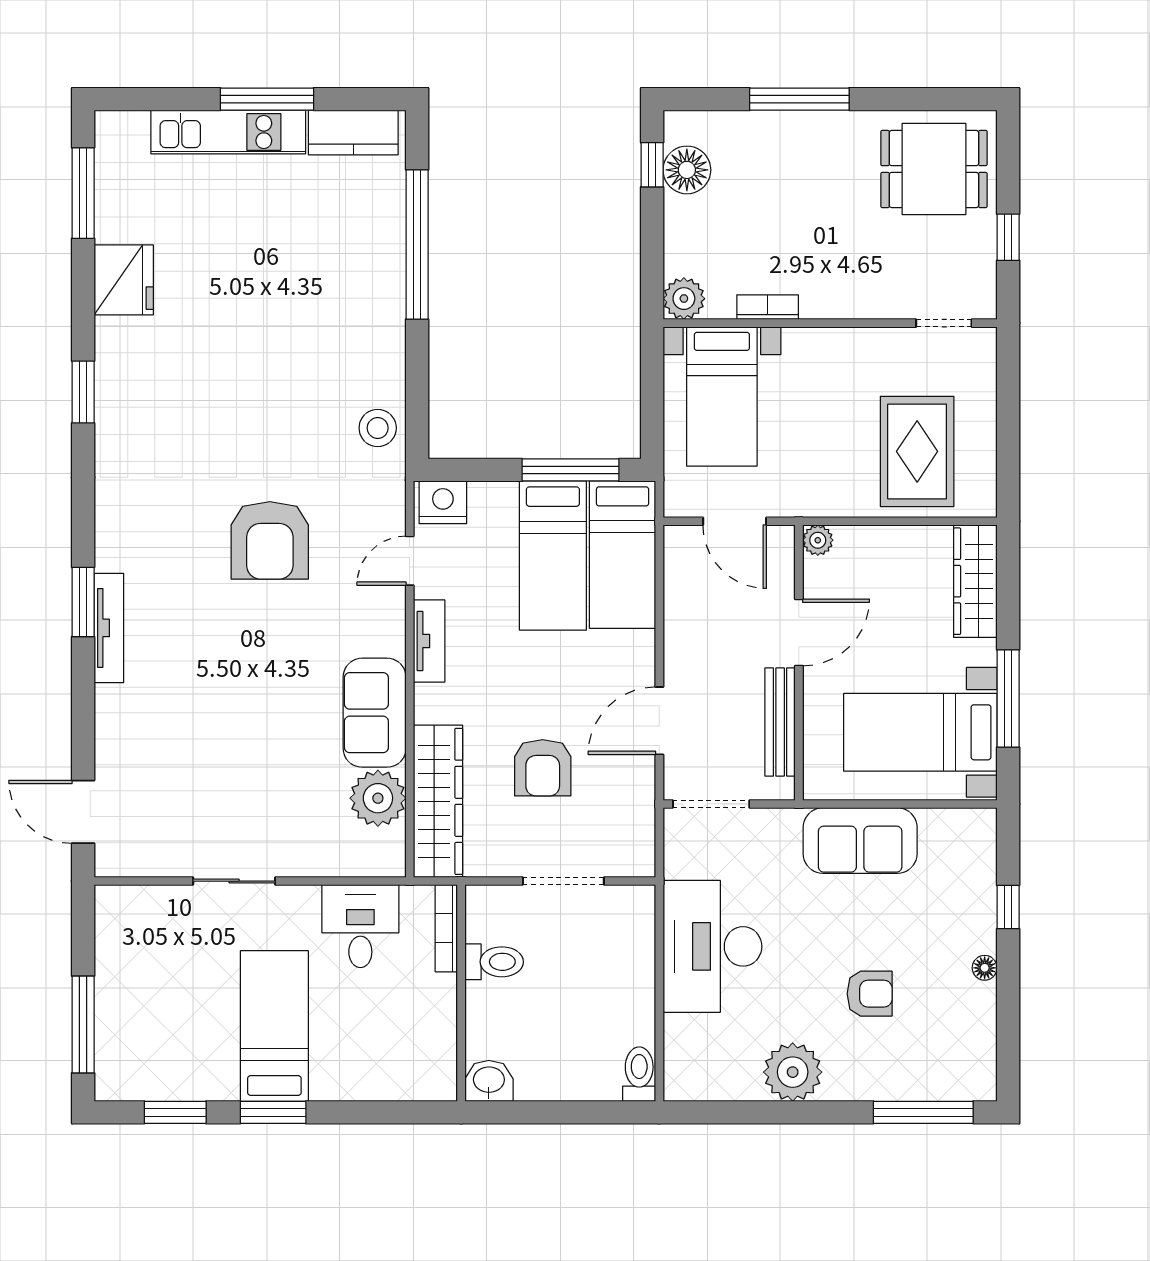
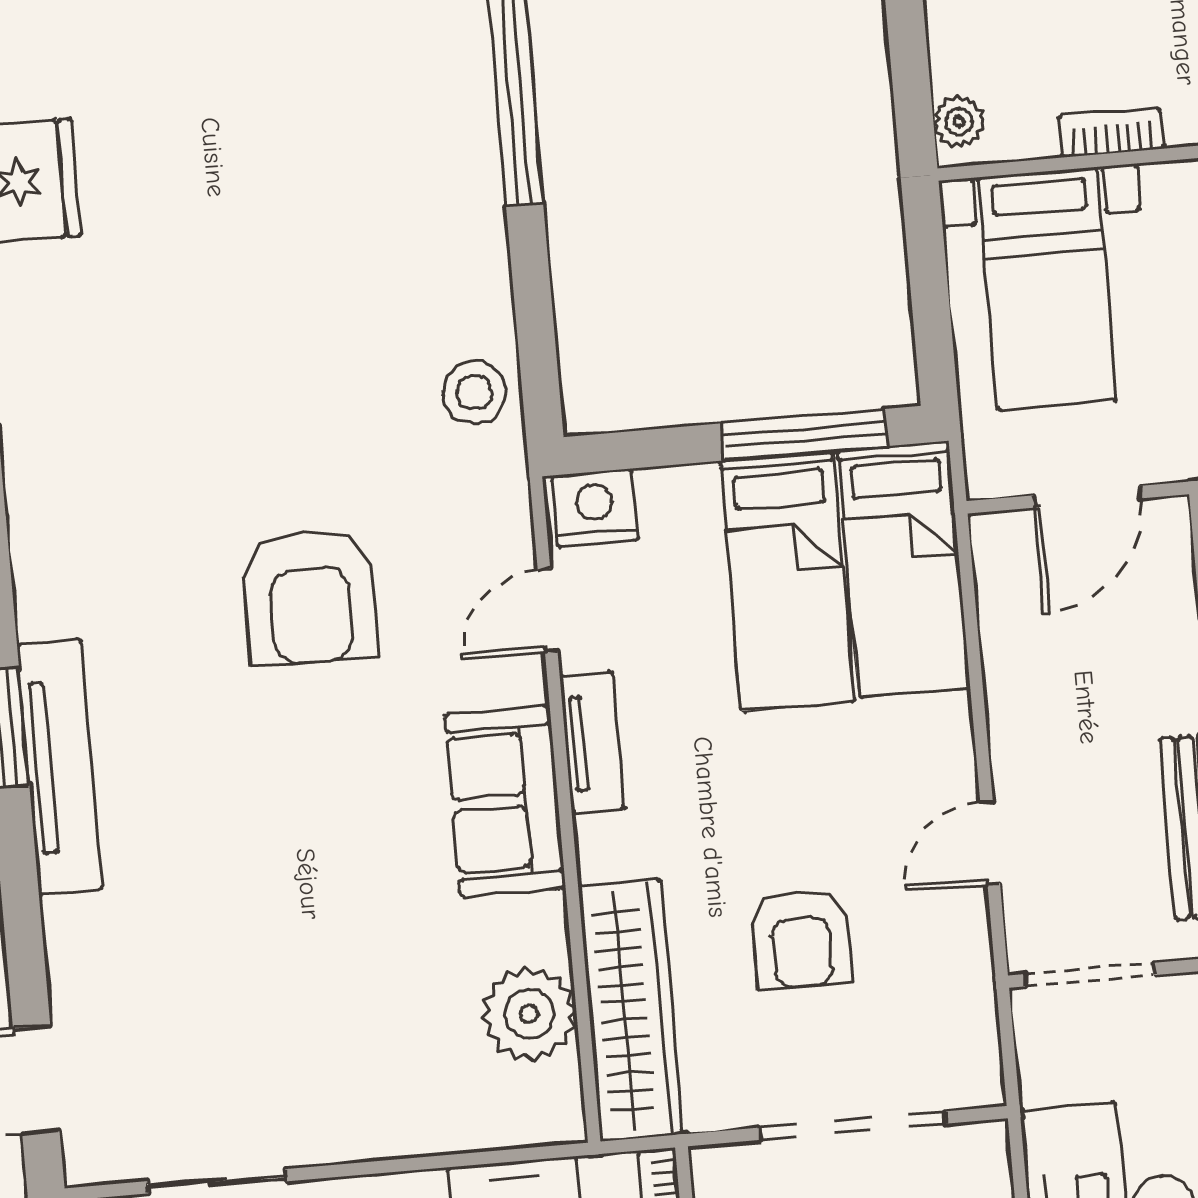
plant: (684, 299) -> (959, 122), width x0.73, depth x0.73
door: (735, 521) -> (1087, 497), hinge flipped
tv unit: (109, 628) -> (60, 767), width x1.36, depth x1.29
sofa: (375, 713) -> (505, 801), moved
door: (659, 721) -> (990, 842), width x0.73
sliding door: (234, 881) -> (217, 1181), moved
doorway: (563, 881) -> (853, 1126), width x1.36

